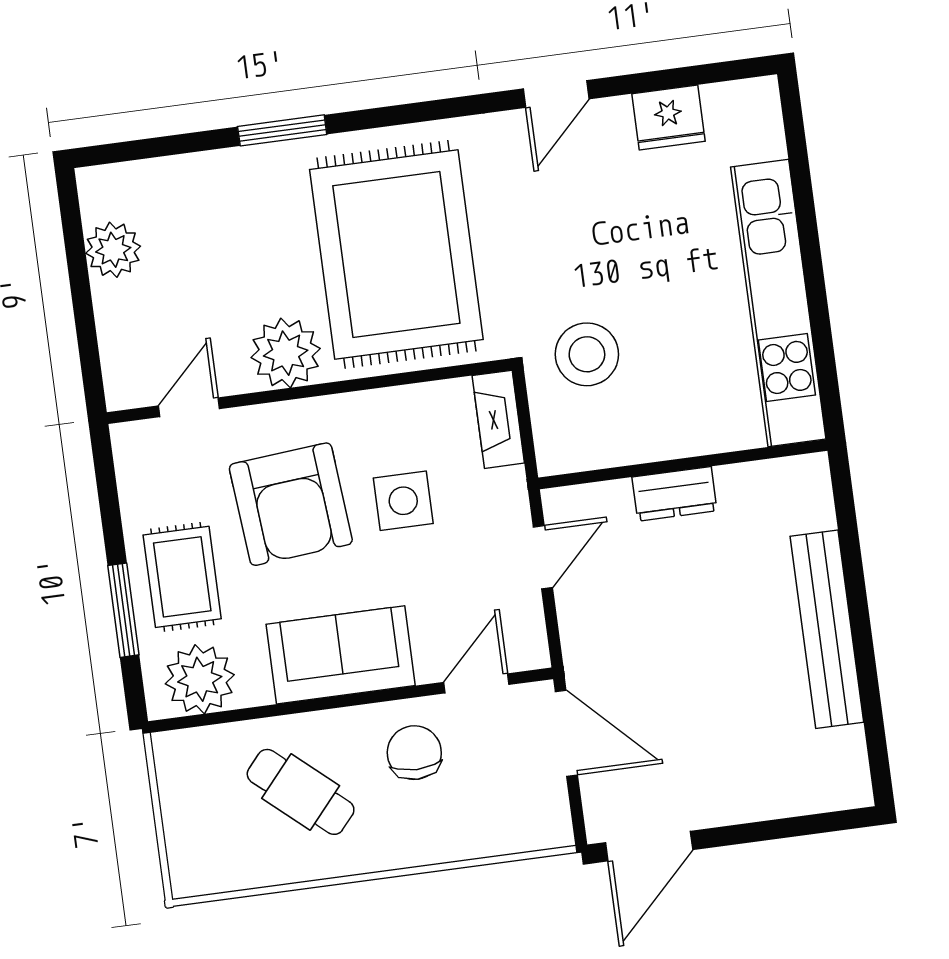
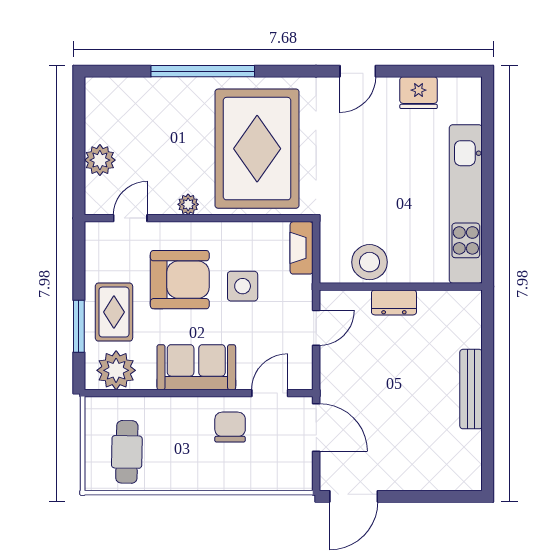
window: (282, 130) -> (203, 71), width x2.11
plant: (113, 250) -> (100, 160), moved
plant: (286, 353) -> (188, 204), width x0.53, depth x0.53
stool: (587, 354) -> (370, 262), moved
armchair: (291, 504) -> (180, 280), turned -85
bench: (827, 629) -> (471, 389), width x0.73, depth x0.82
cafe table: (301, 792) -> (127, 452), moved, turned 50

